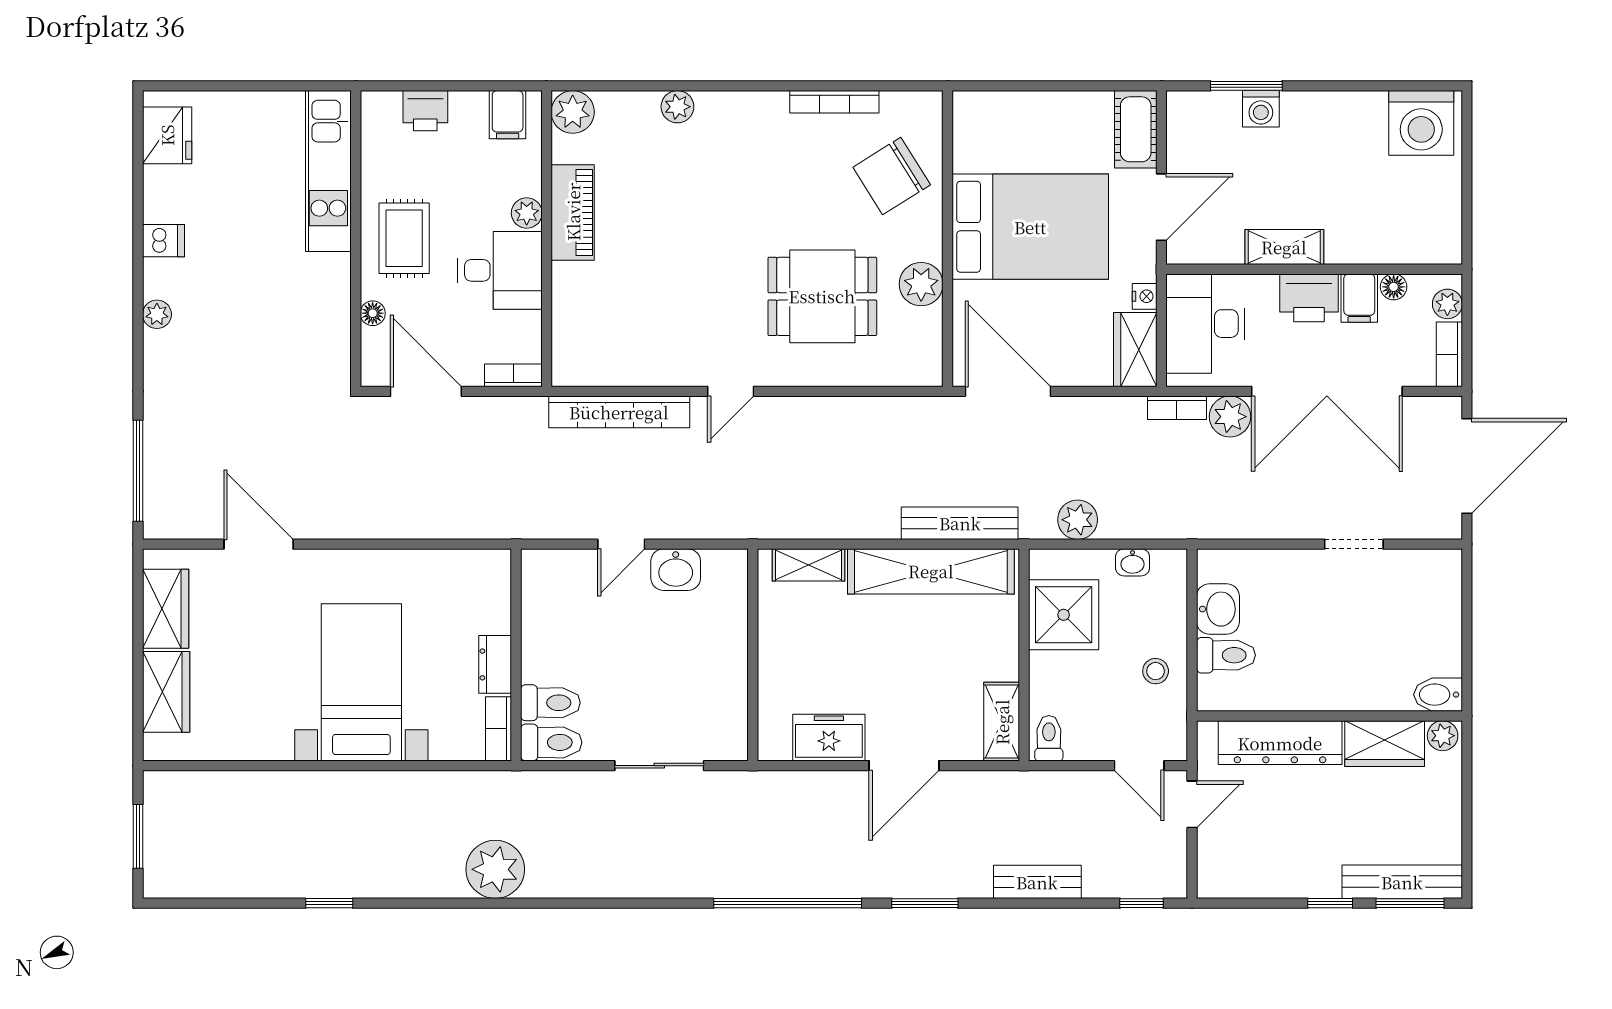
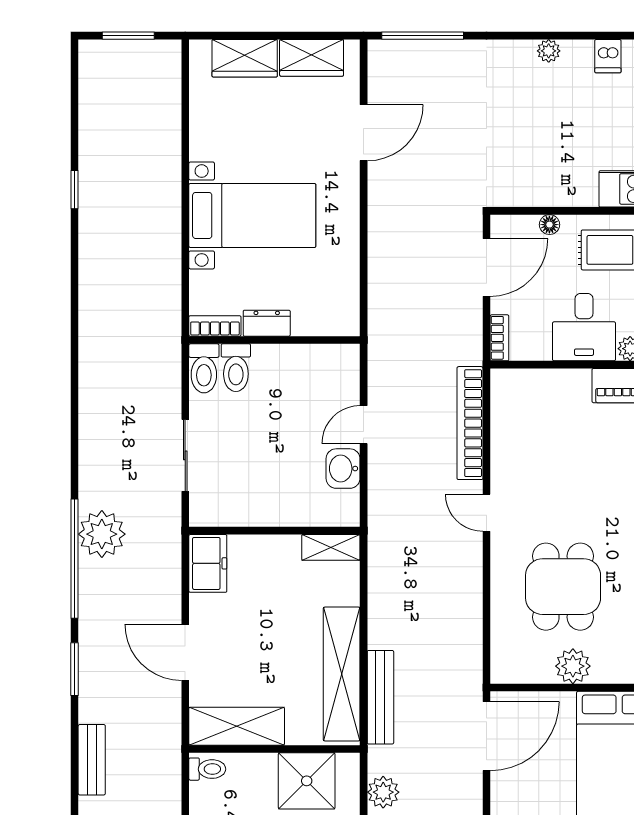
door: (621, 544) -> (364, 425), hinge flipped
shelving: (809, 565) -> (331, 547), moved, turned 90
shelving: (1002, 722) -> (237, 726), width x1.50, depth x1.33
freezer: (829, 738) -> (208, 563), moved
plant: (495, 869) -> (102, 534), moved

